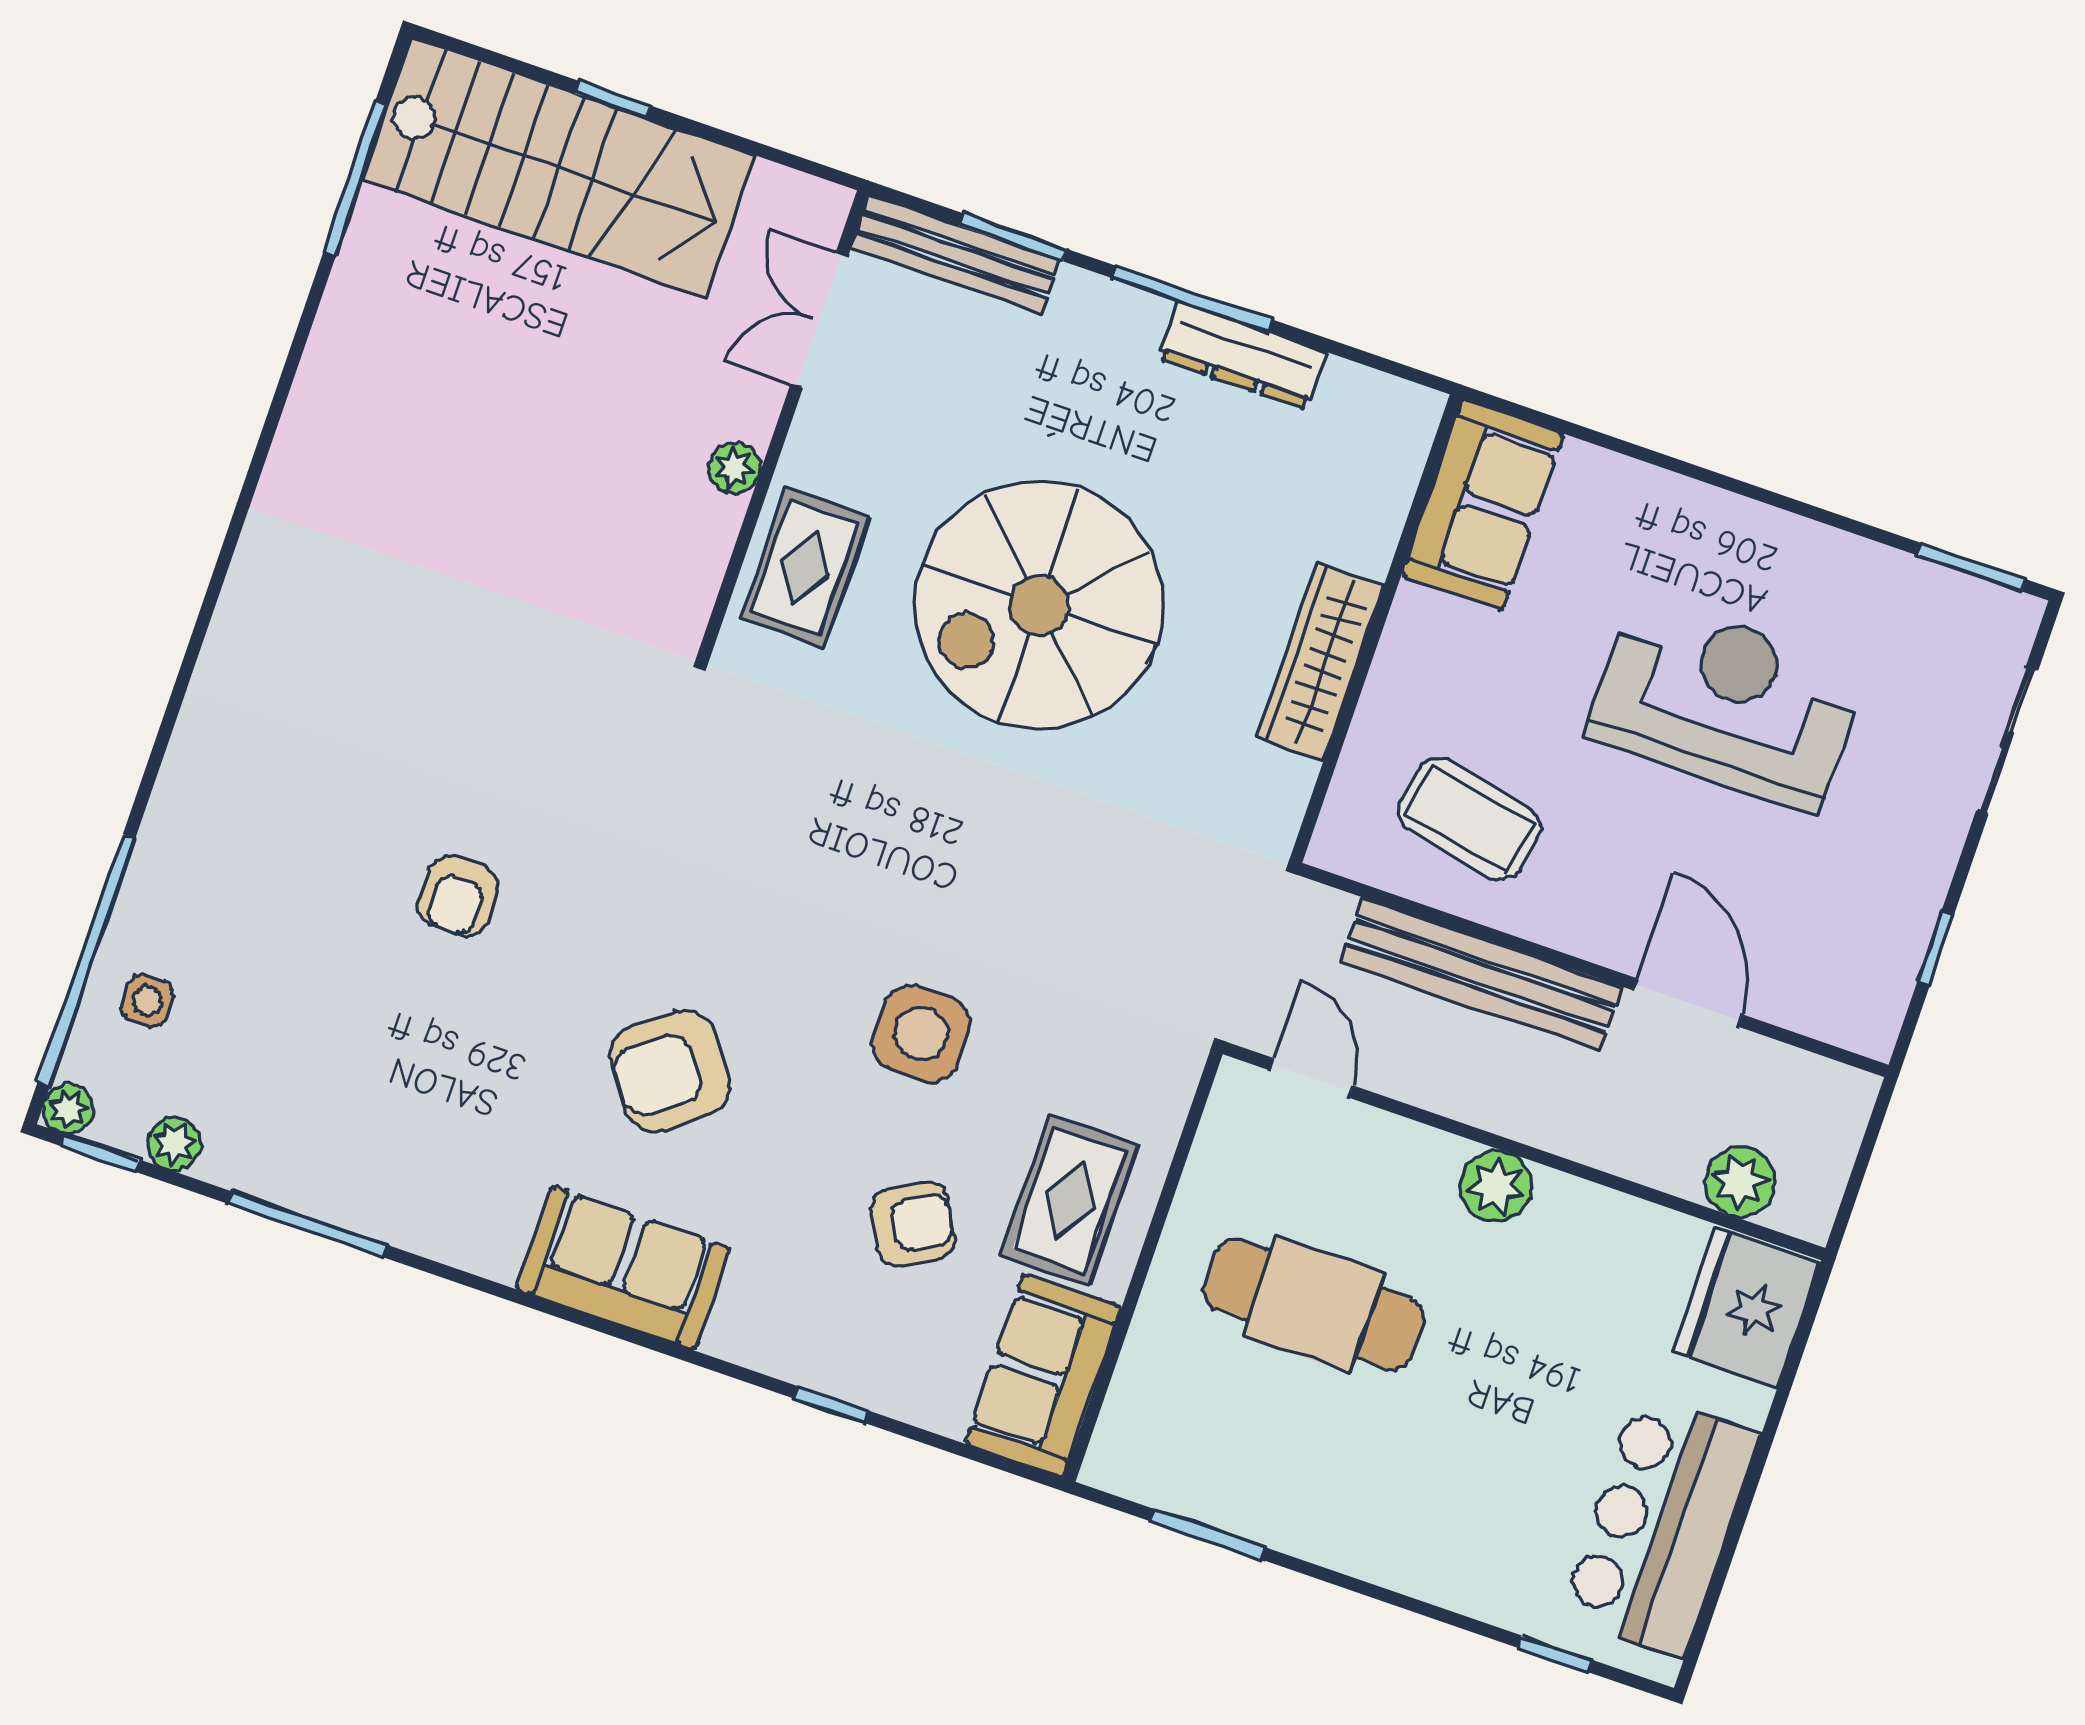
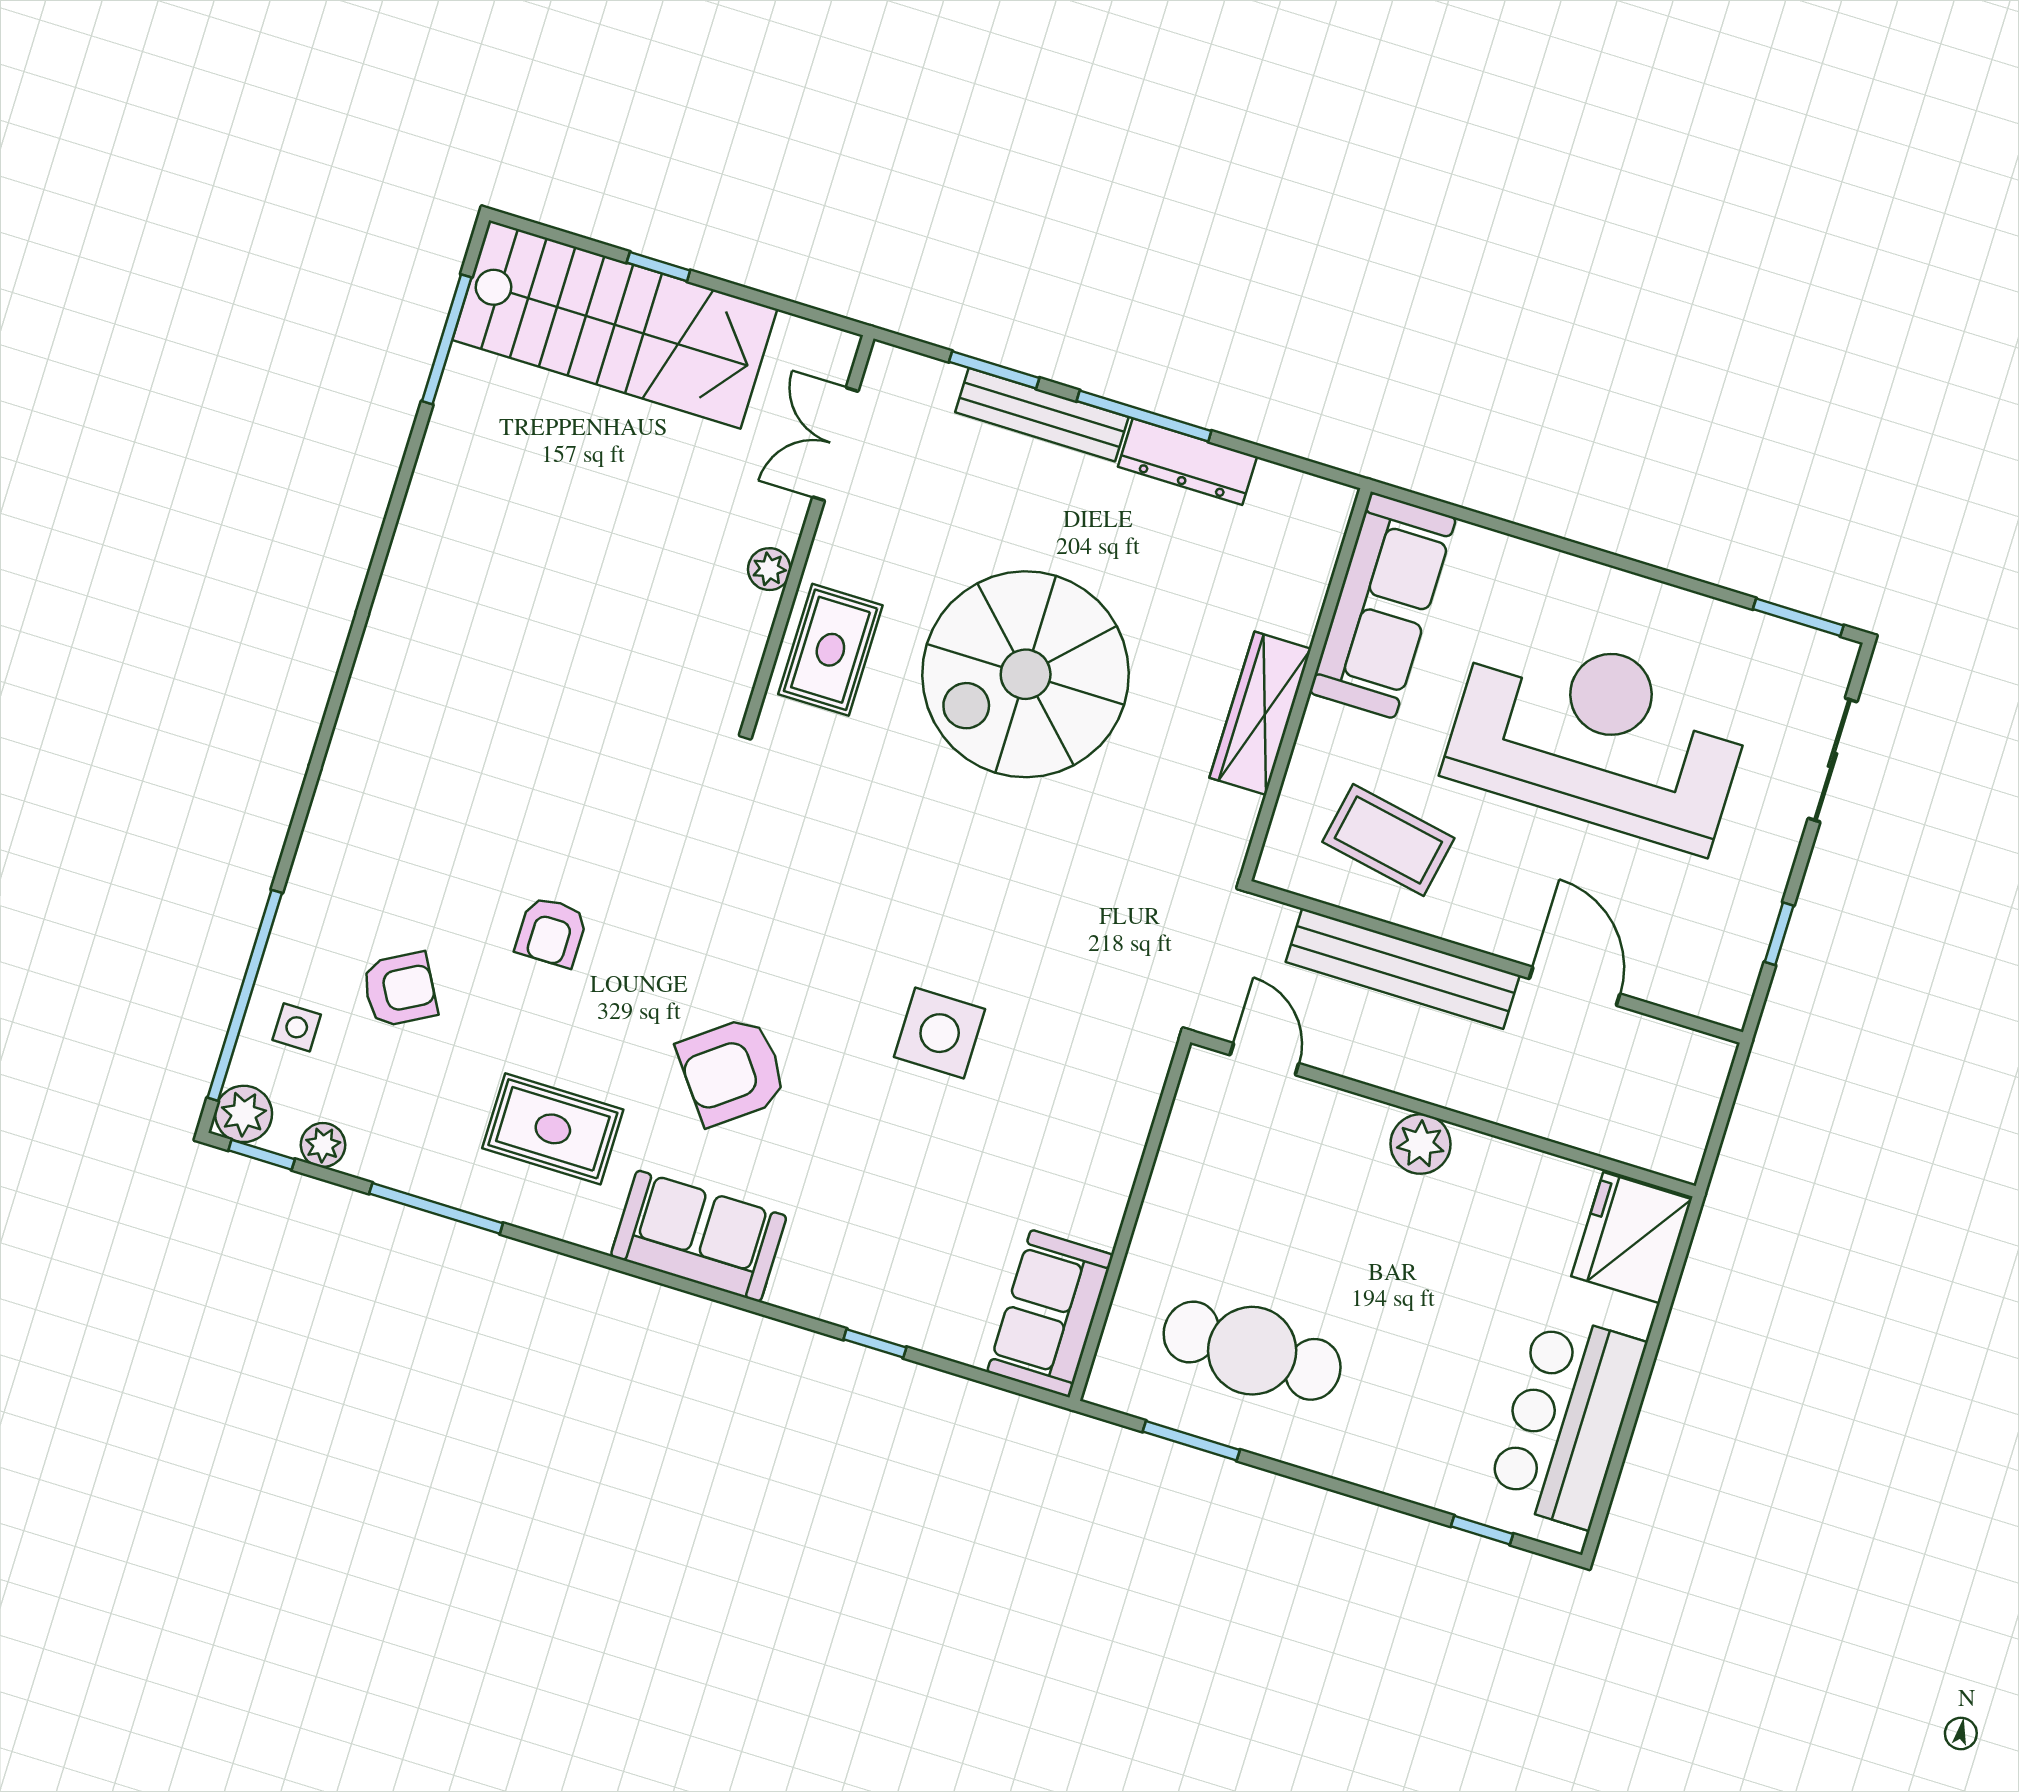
bench: (955, 254) -> (1042, 415), moved
sofa: (1483, 504) -> (1383, 605), width x1.36
reception desk: (1726, 703) -> (1598, 736), width x1.36, depth x1.30
plant: (68, 1109) -> (244, 1114), width x1.38, depth x1.38
plant: (1740, 1182) -> (1623, 1134), removed
rug: (1070, 1200) -> (553, 1129), moved, turned 90
armchair: (913, 1224) -> (400, 990), moved
cafe table: (1314, 1304) -> (1252, 1351), moved

